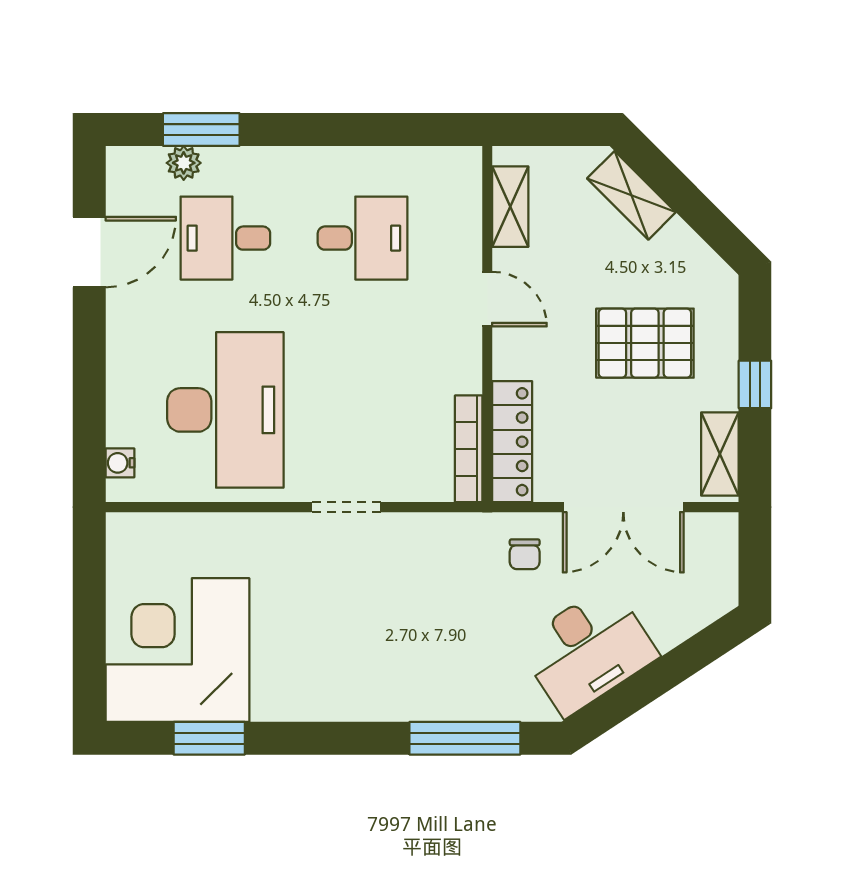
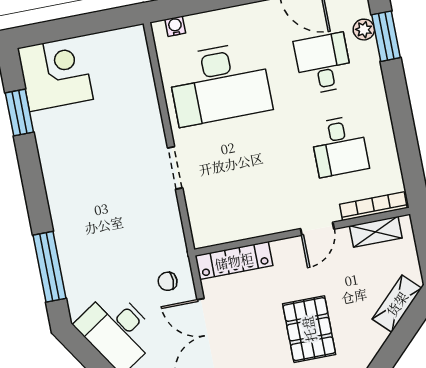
bookcase: (469, 449) -> (373, 206), moved
corner desk: (177, 650) -> (55, 74), width x0.74, depth x0.74

